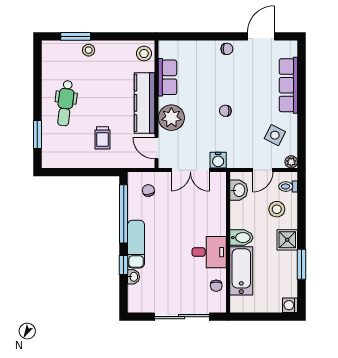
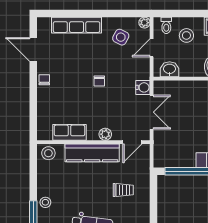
plant: (171, 118) -> (105, 134), width x0.53, depth x0.53
door: (263, 170) -> (152, 48), swing flipped
chair: (148, 190) -> (170, 149), removed

